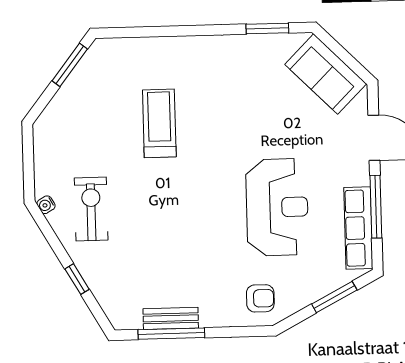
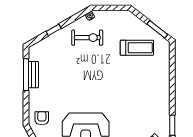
treadmill: (159, 123) -> (137, 48), moved
armchair: (260, 298) -> (42, 118), turned 180

